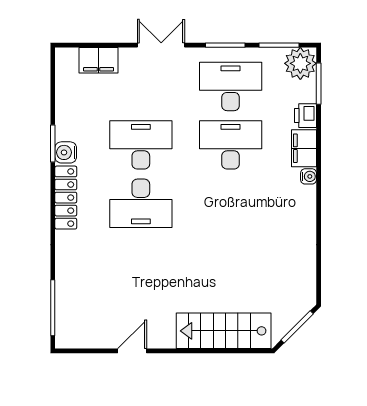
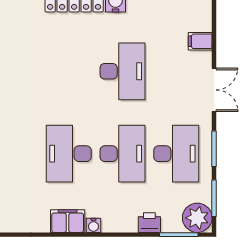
filing cabinet: (99, 60) -> (200, 41), width x0.50
filing cabinet: (304, 148) -> (68, 221), moved
desk: (141, 203) -> (69, 154), moved

